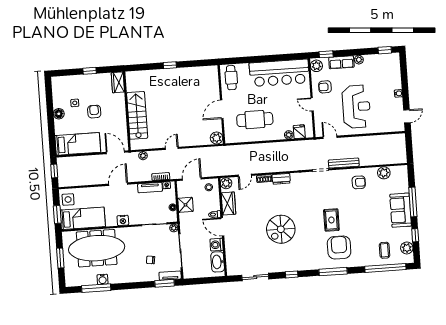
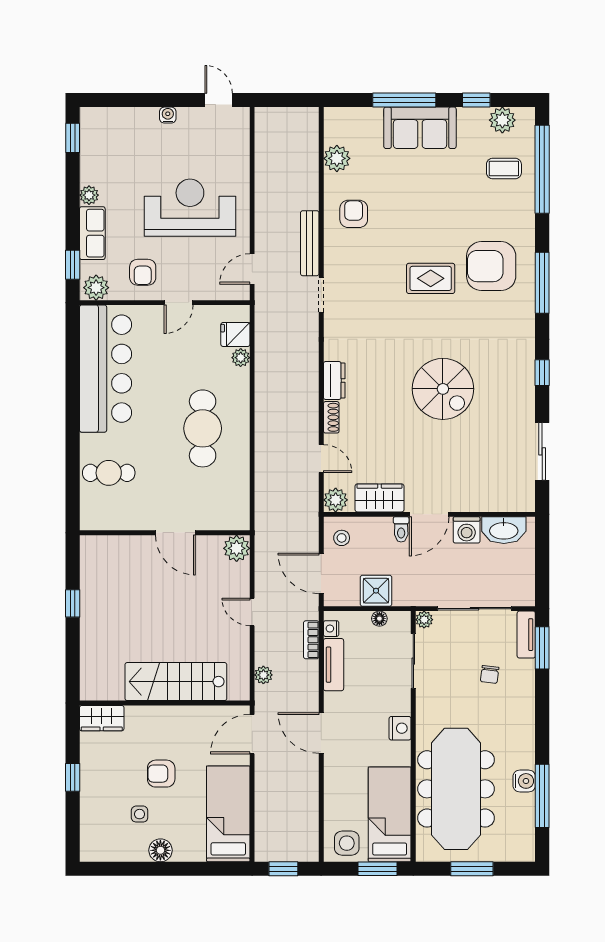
wall: (221, 104) -> (165, 533), moved
door: (222, 109) -> (175, 533), moved
plant: (217, 138) -> (237, 548), moved

